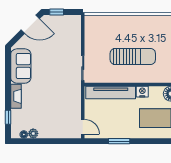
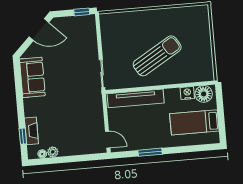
window: (57, 12) -> (82, 12), moved
sun lounger: (133, 56) -> (157, 56), turned -31
nightstand: (142, 92) -> (187, 93), moved
fireplace: (16, 96) -> (31, 131), moved

